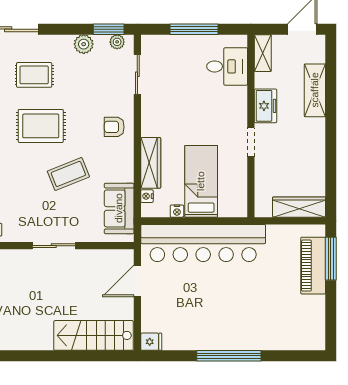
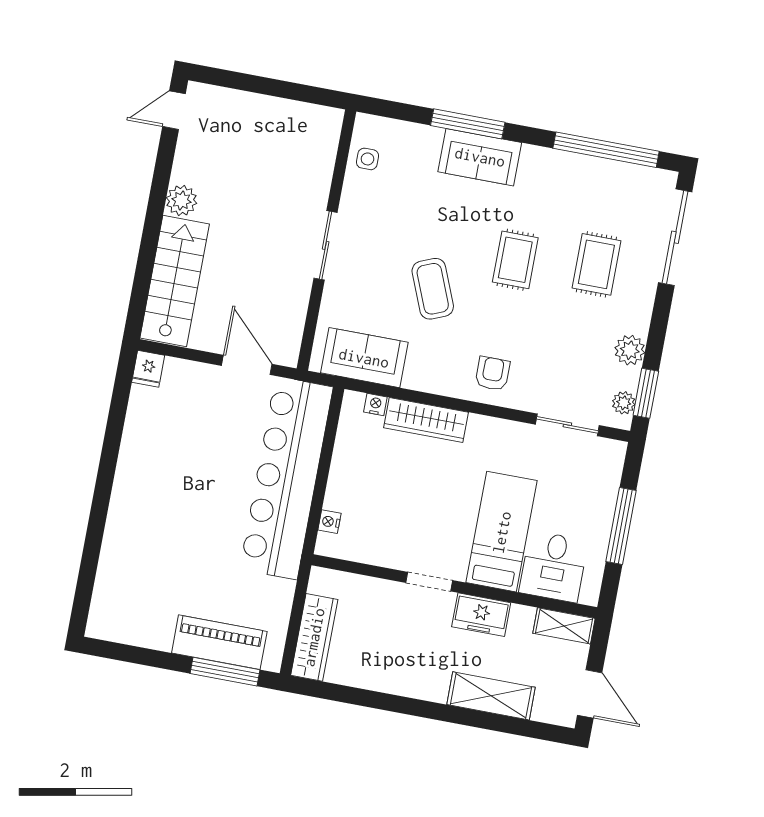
rug: (41, 126) -> (515, 260), width x0.73, depth x0.70
bed: (201, 181) -> (502, 532), moved, turned -90
nightstand: (177, 211) -> (329, 522), moved
plant: (43, 341) -> (181, 200), added
window: (229, 356) -> (104, 485), removed

